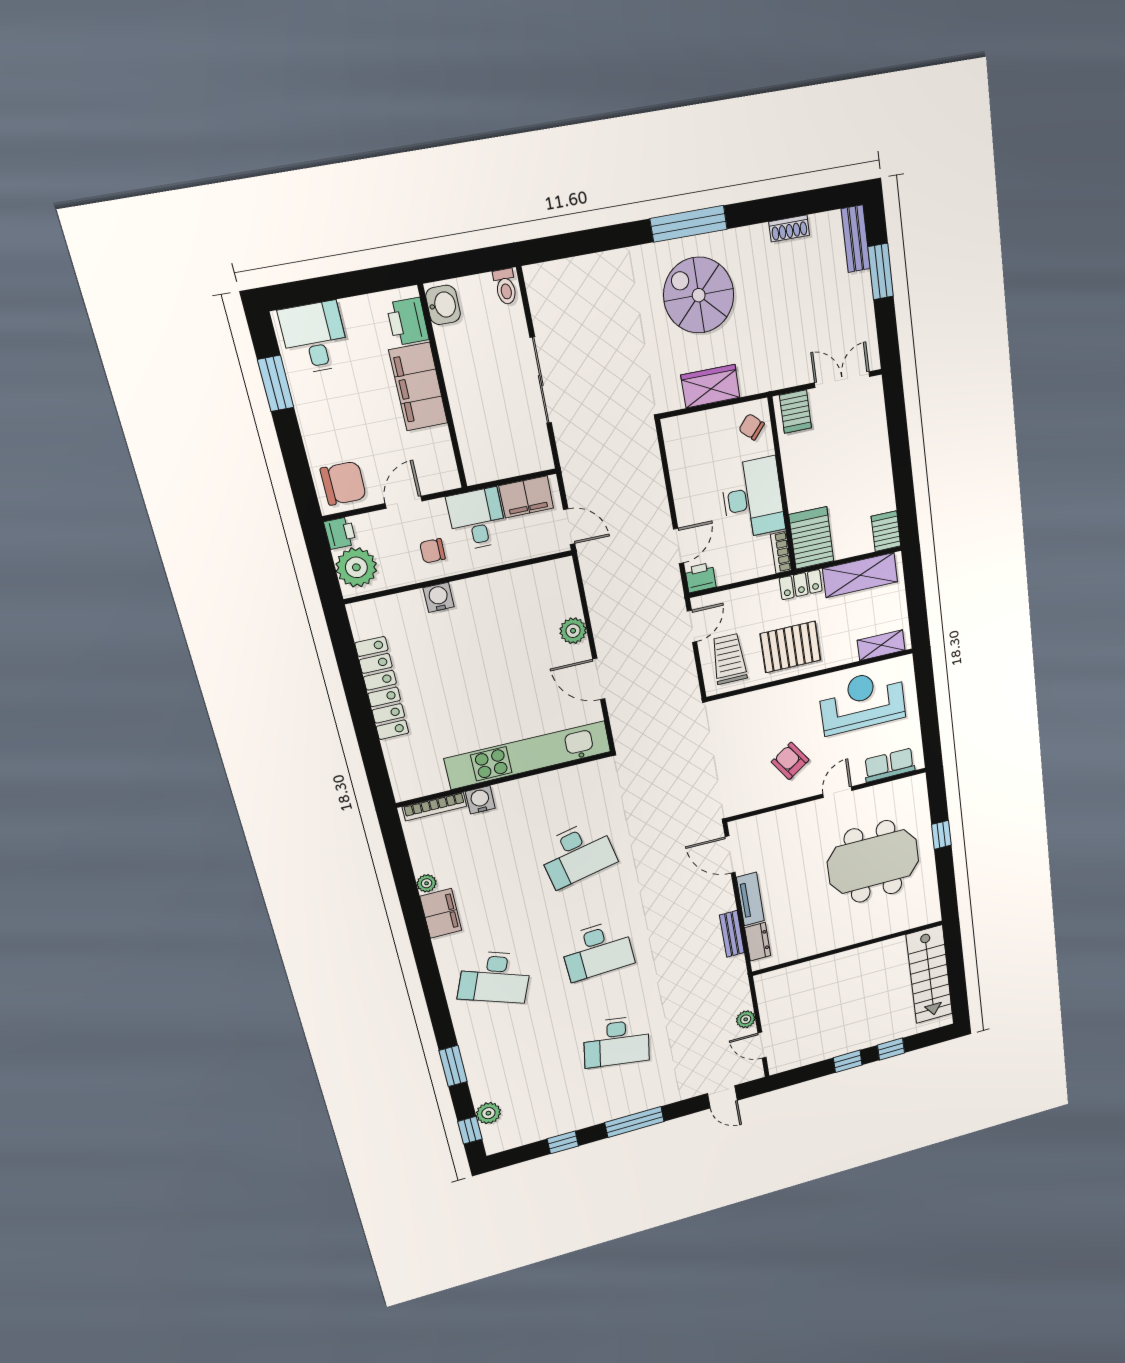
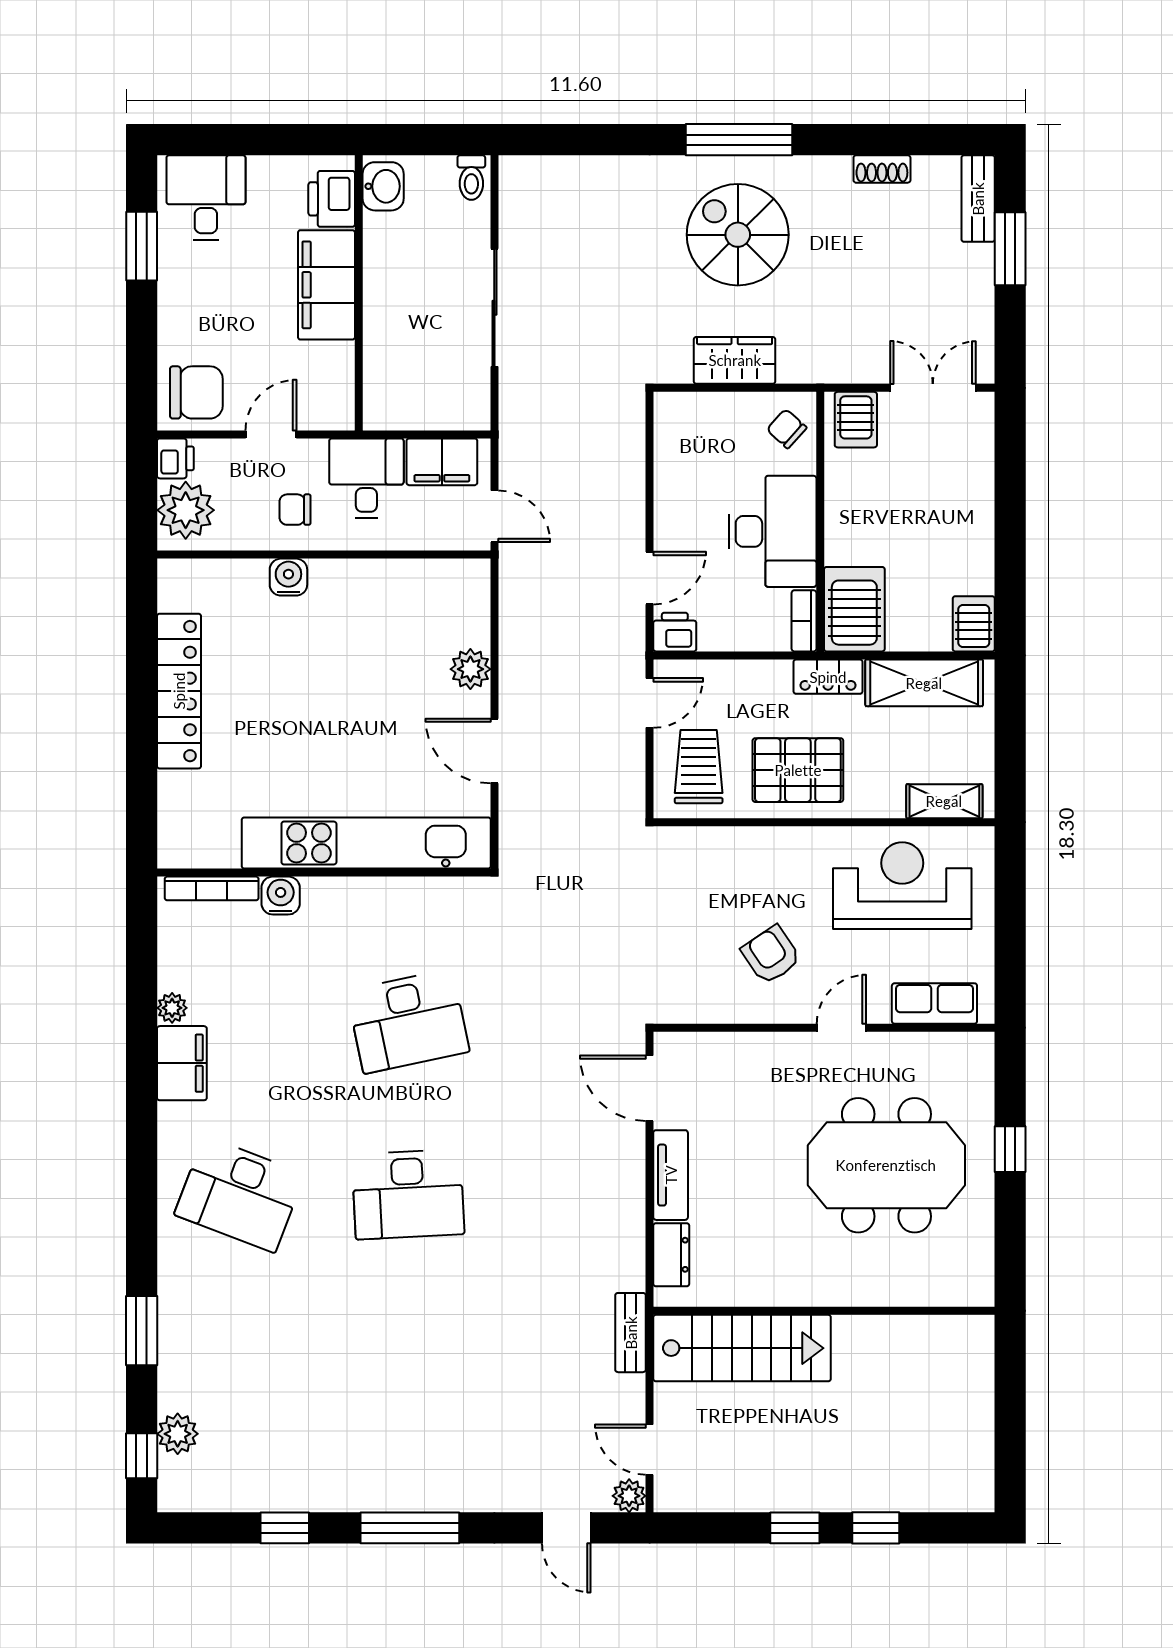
bench: (732, 934) -> (631, 1333), moved
stairs: (929, 974) -> (742, 1348), moved, turned -90
plant: (746, 1019) -> (629, 1496), moved
desk: (617, 1042) -> (408, 1368), removed

